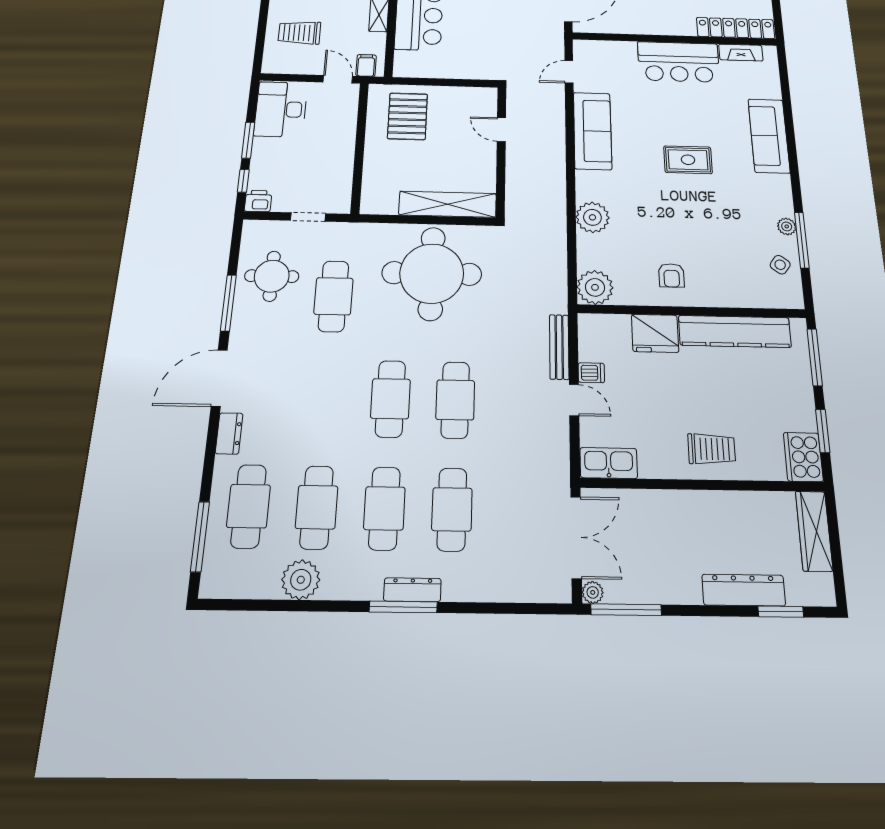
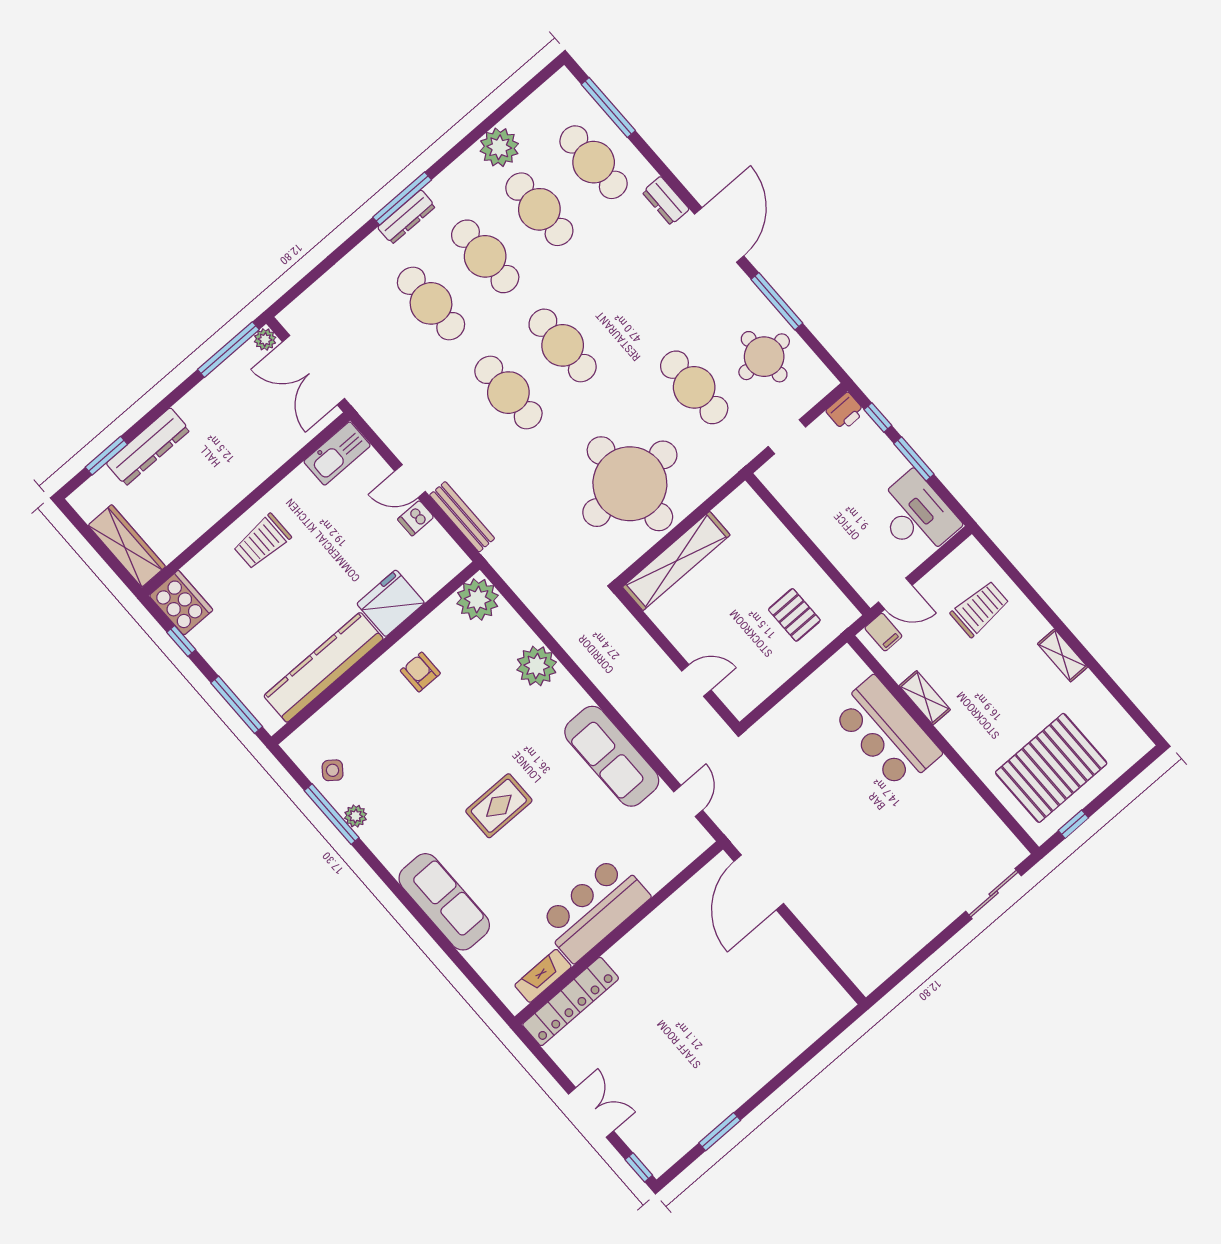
pallet: (407, 116) -> (794, 615), width x0.67, depth x0.71
window: (823, 431) -> (181, 641), width x0.67

